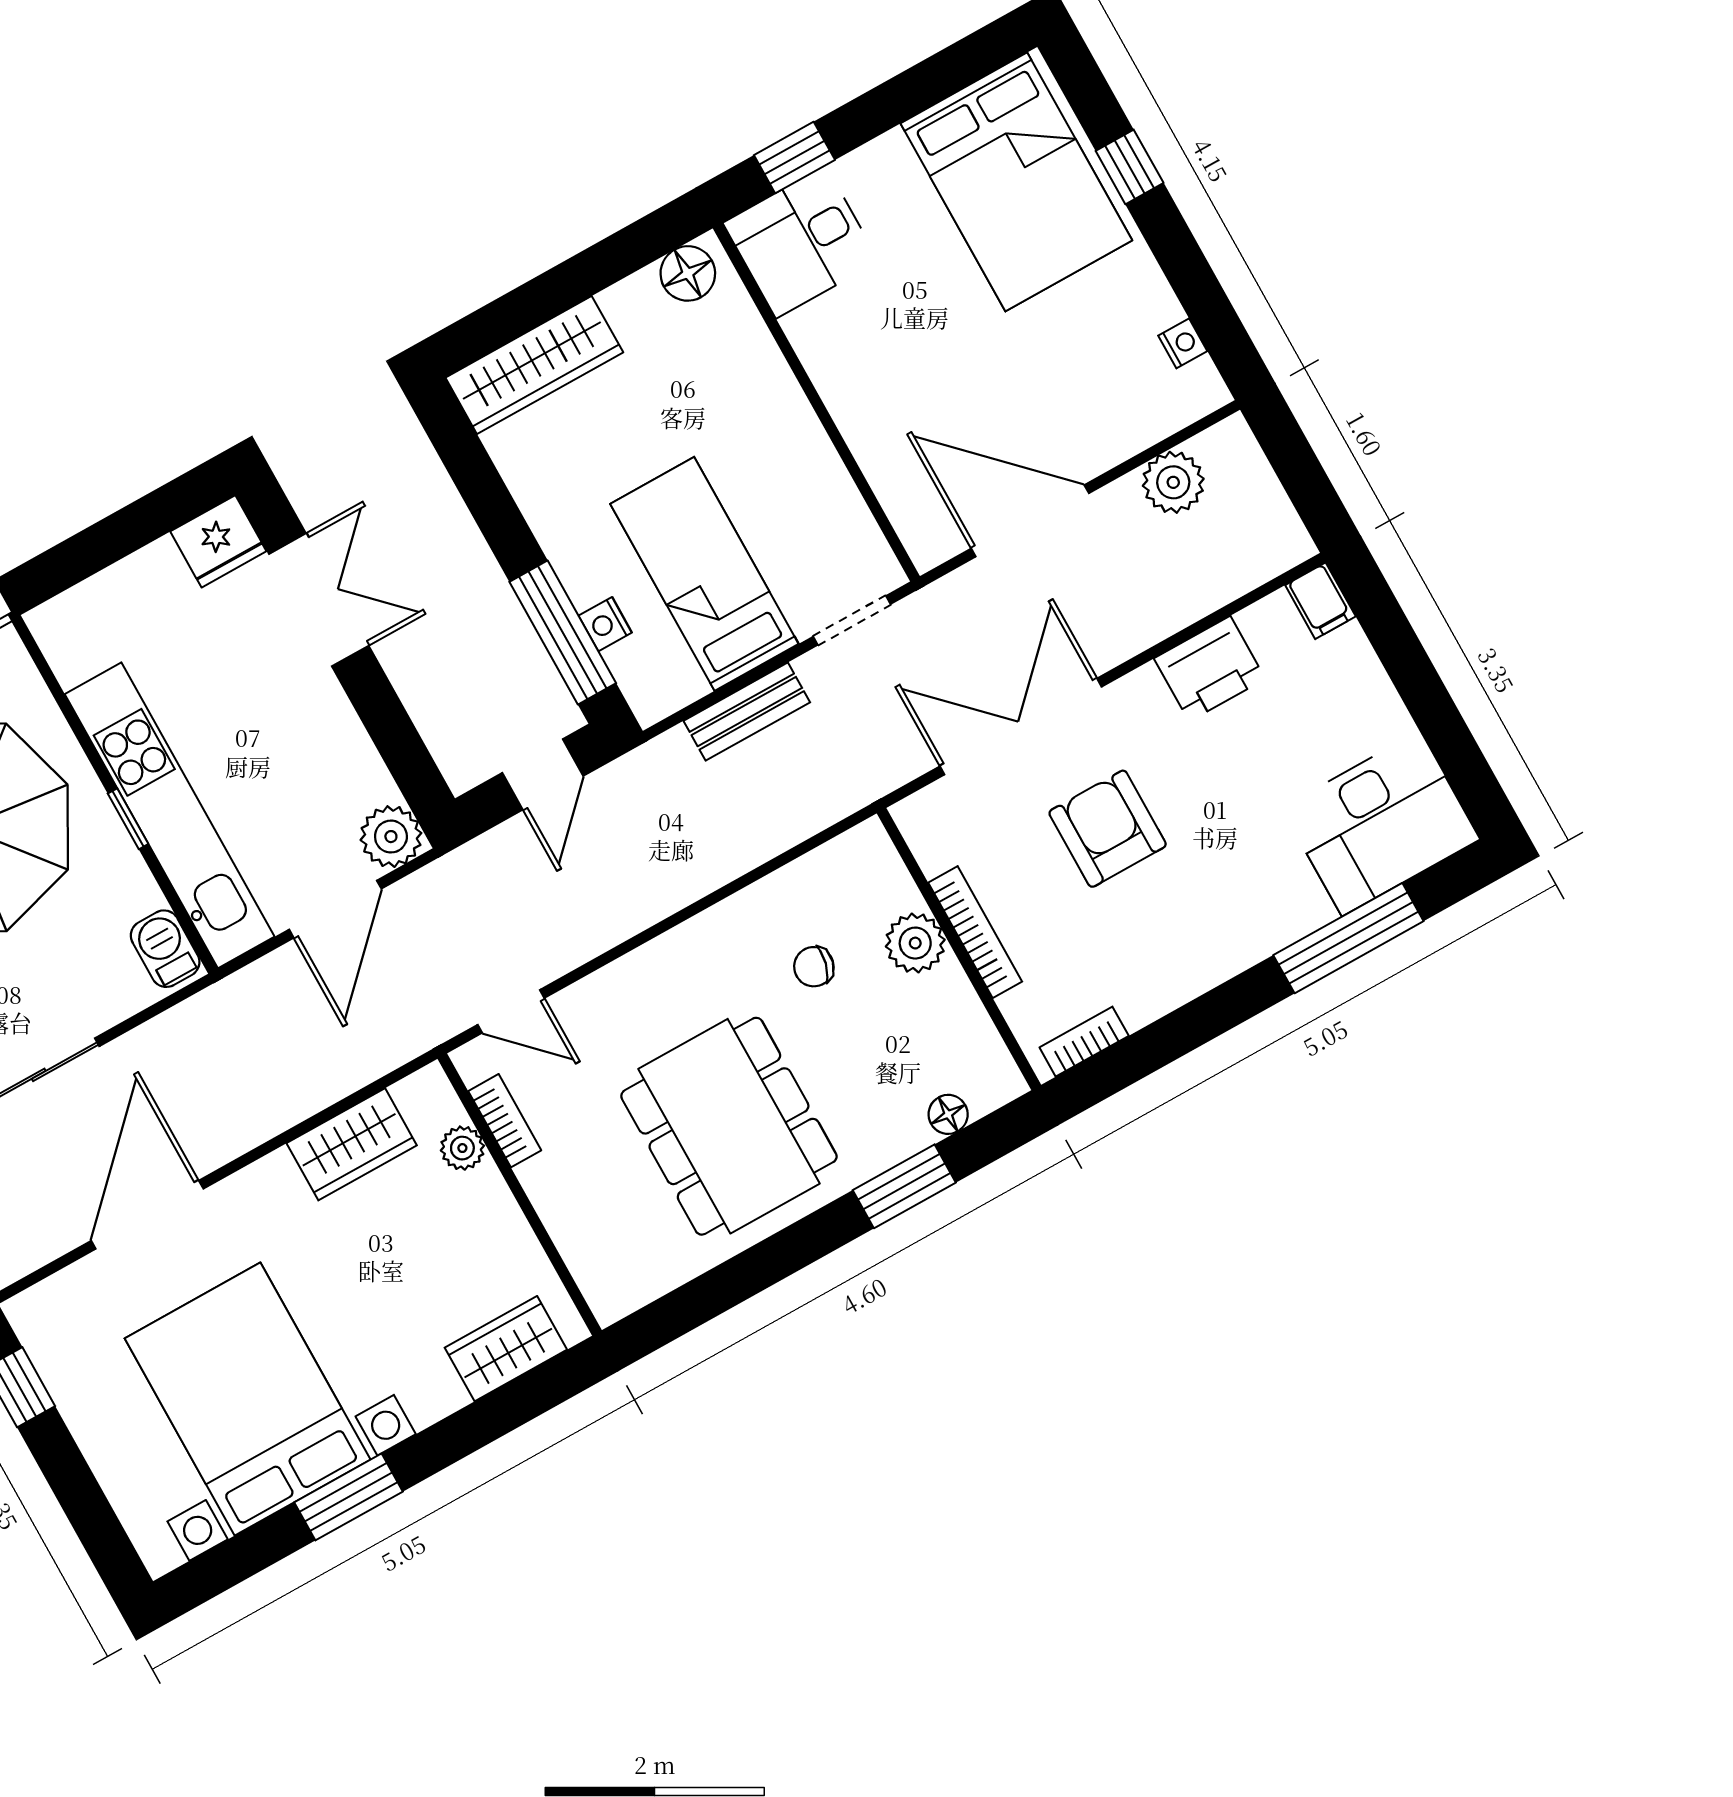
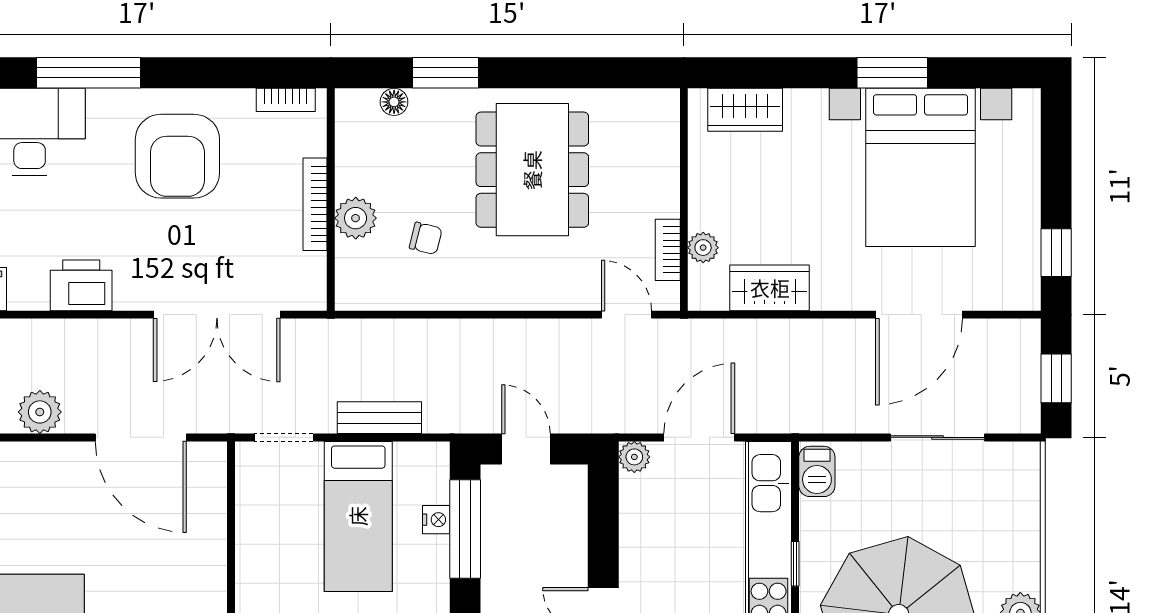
door: (543, 774) -> (526, 449), hinge flipped
armchair: (1108, 829) -> (177, 156), moved, width x1.36, depth x1.36
plant: (391, 837) -> (634, 457), width x0.73, depth x0.73

